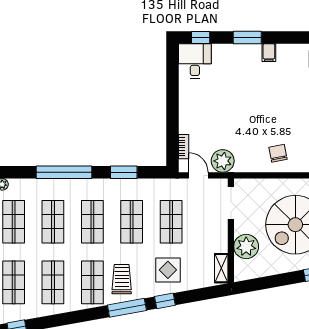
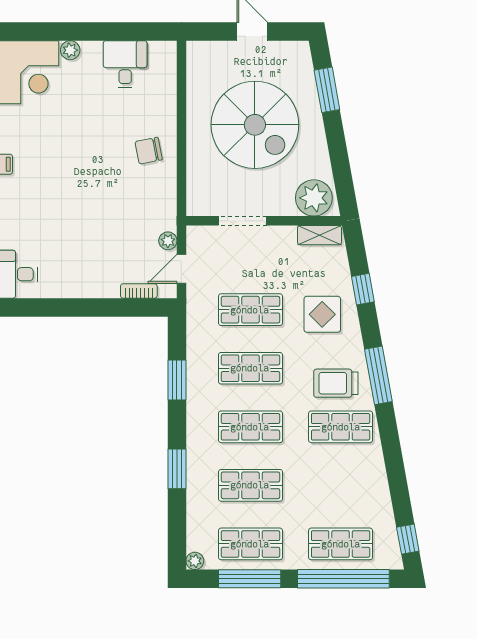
plant: (223, 161) -> (168, 241), width x0.53, depth x0.53
window: (64, 172) -> (177, 469), width x0.47
doorway: (231, 203) -> (243, 221), moved
plant: (246, 247) -> (314, 198), moved
shop shelf: (53, 282) -> (341, 485), removed
window: (165, 301) -> (363, 289), moved

